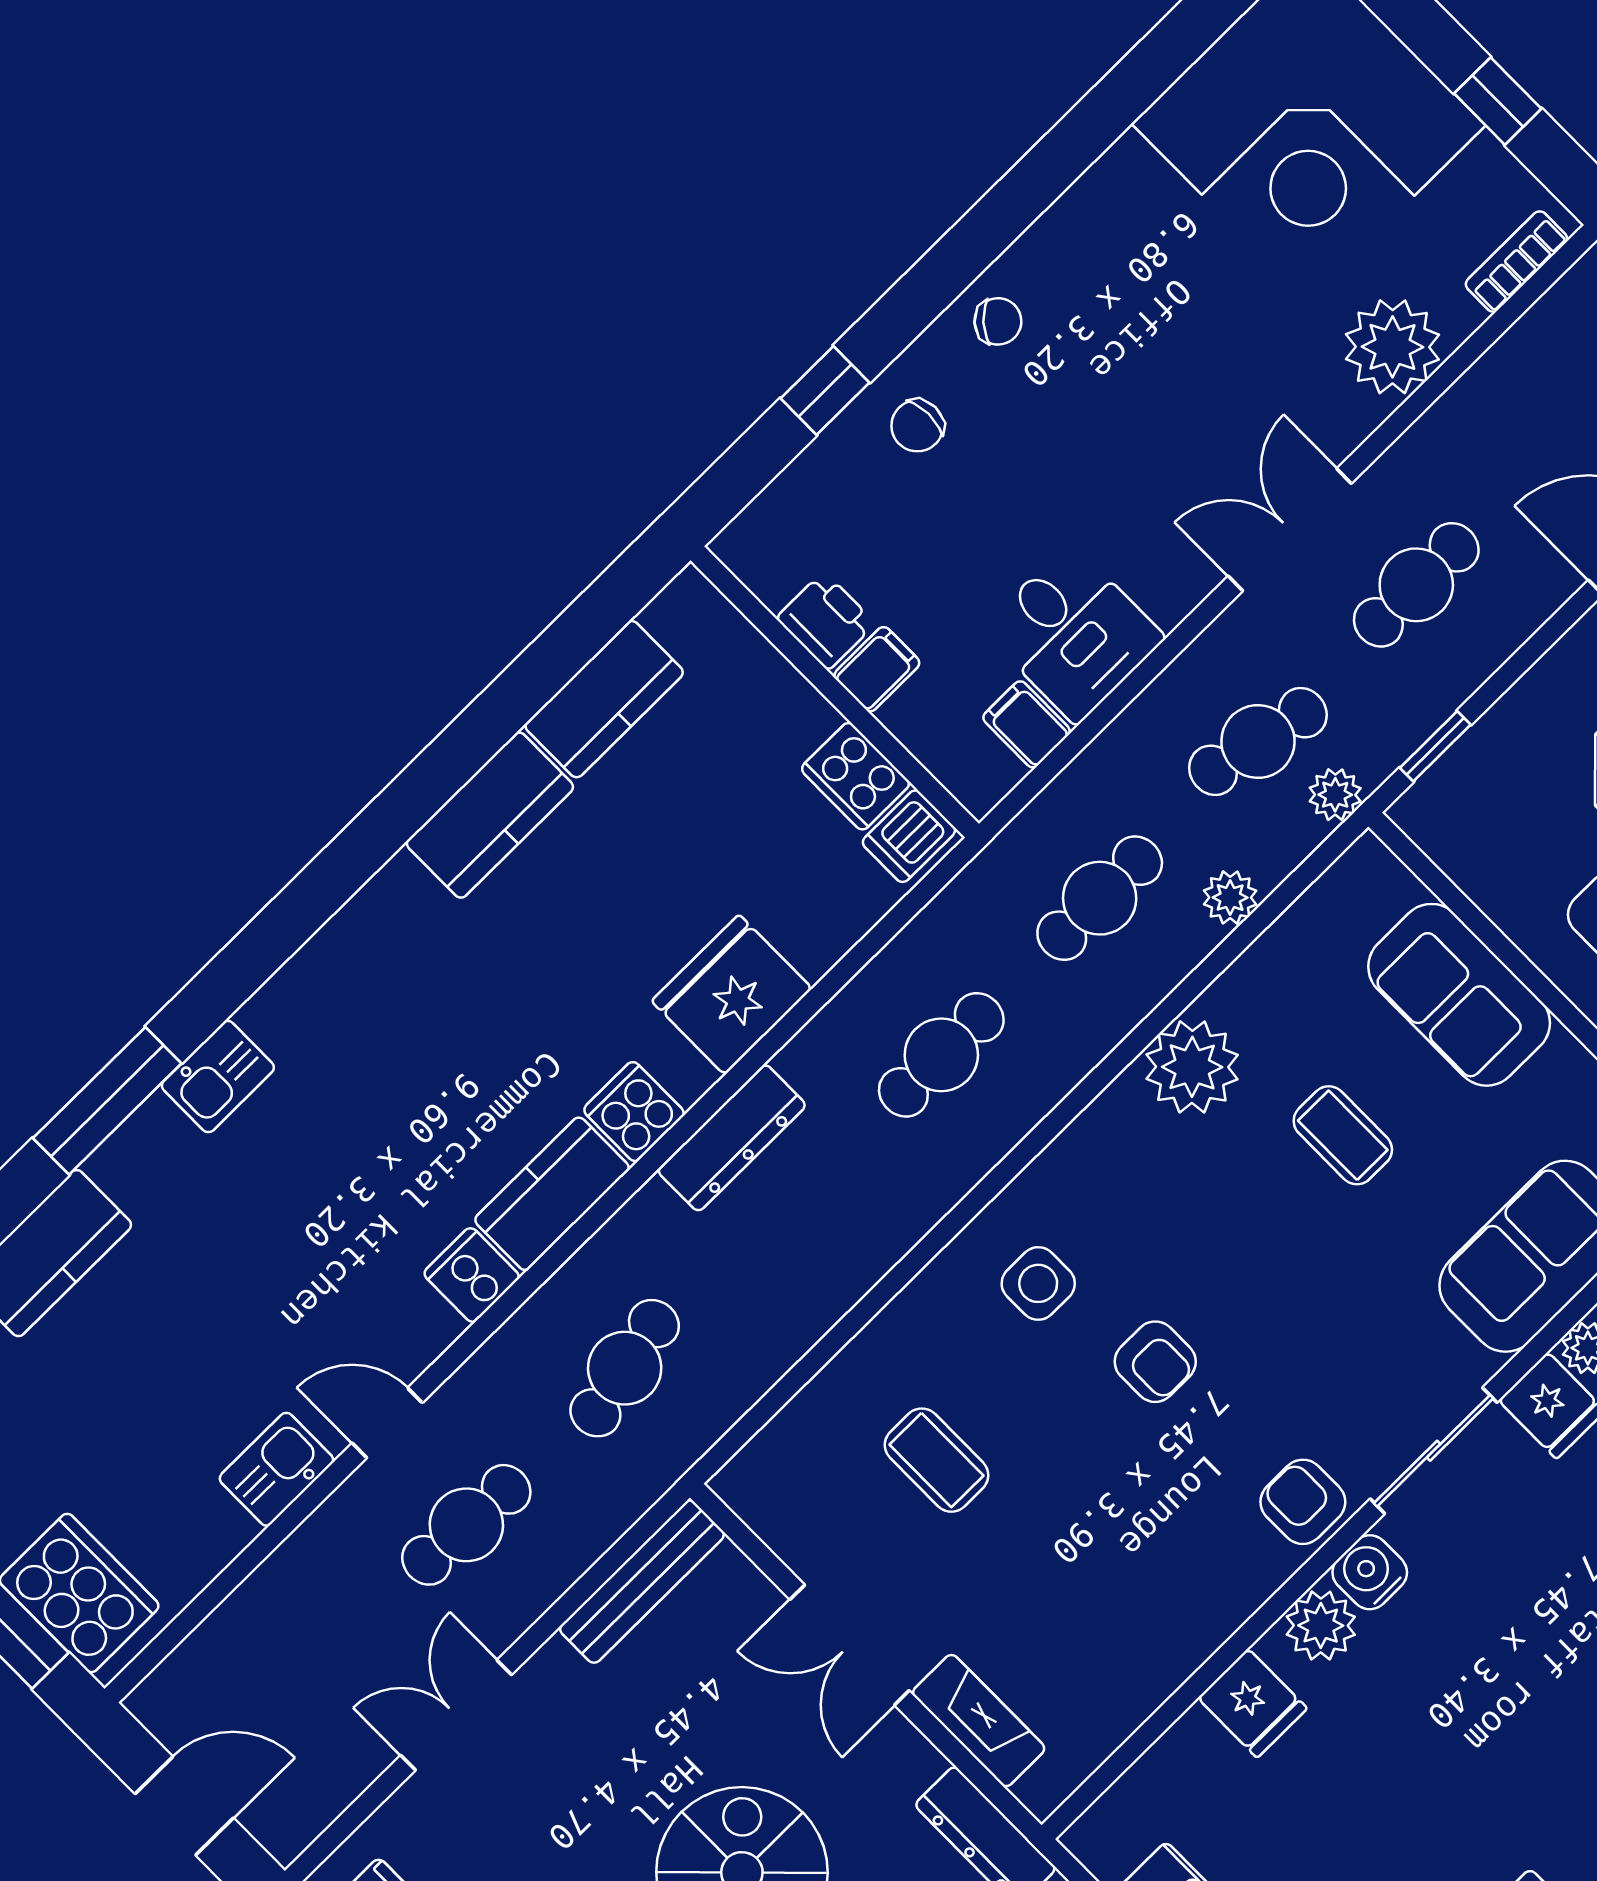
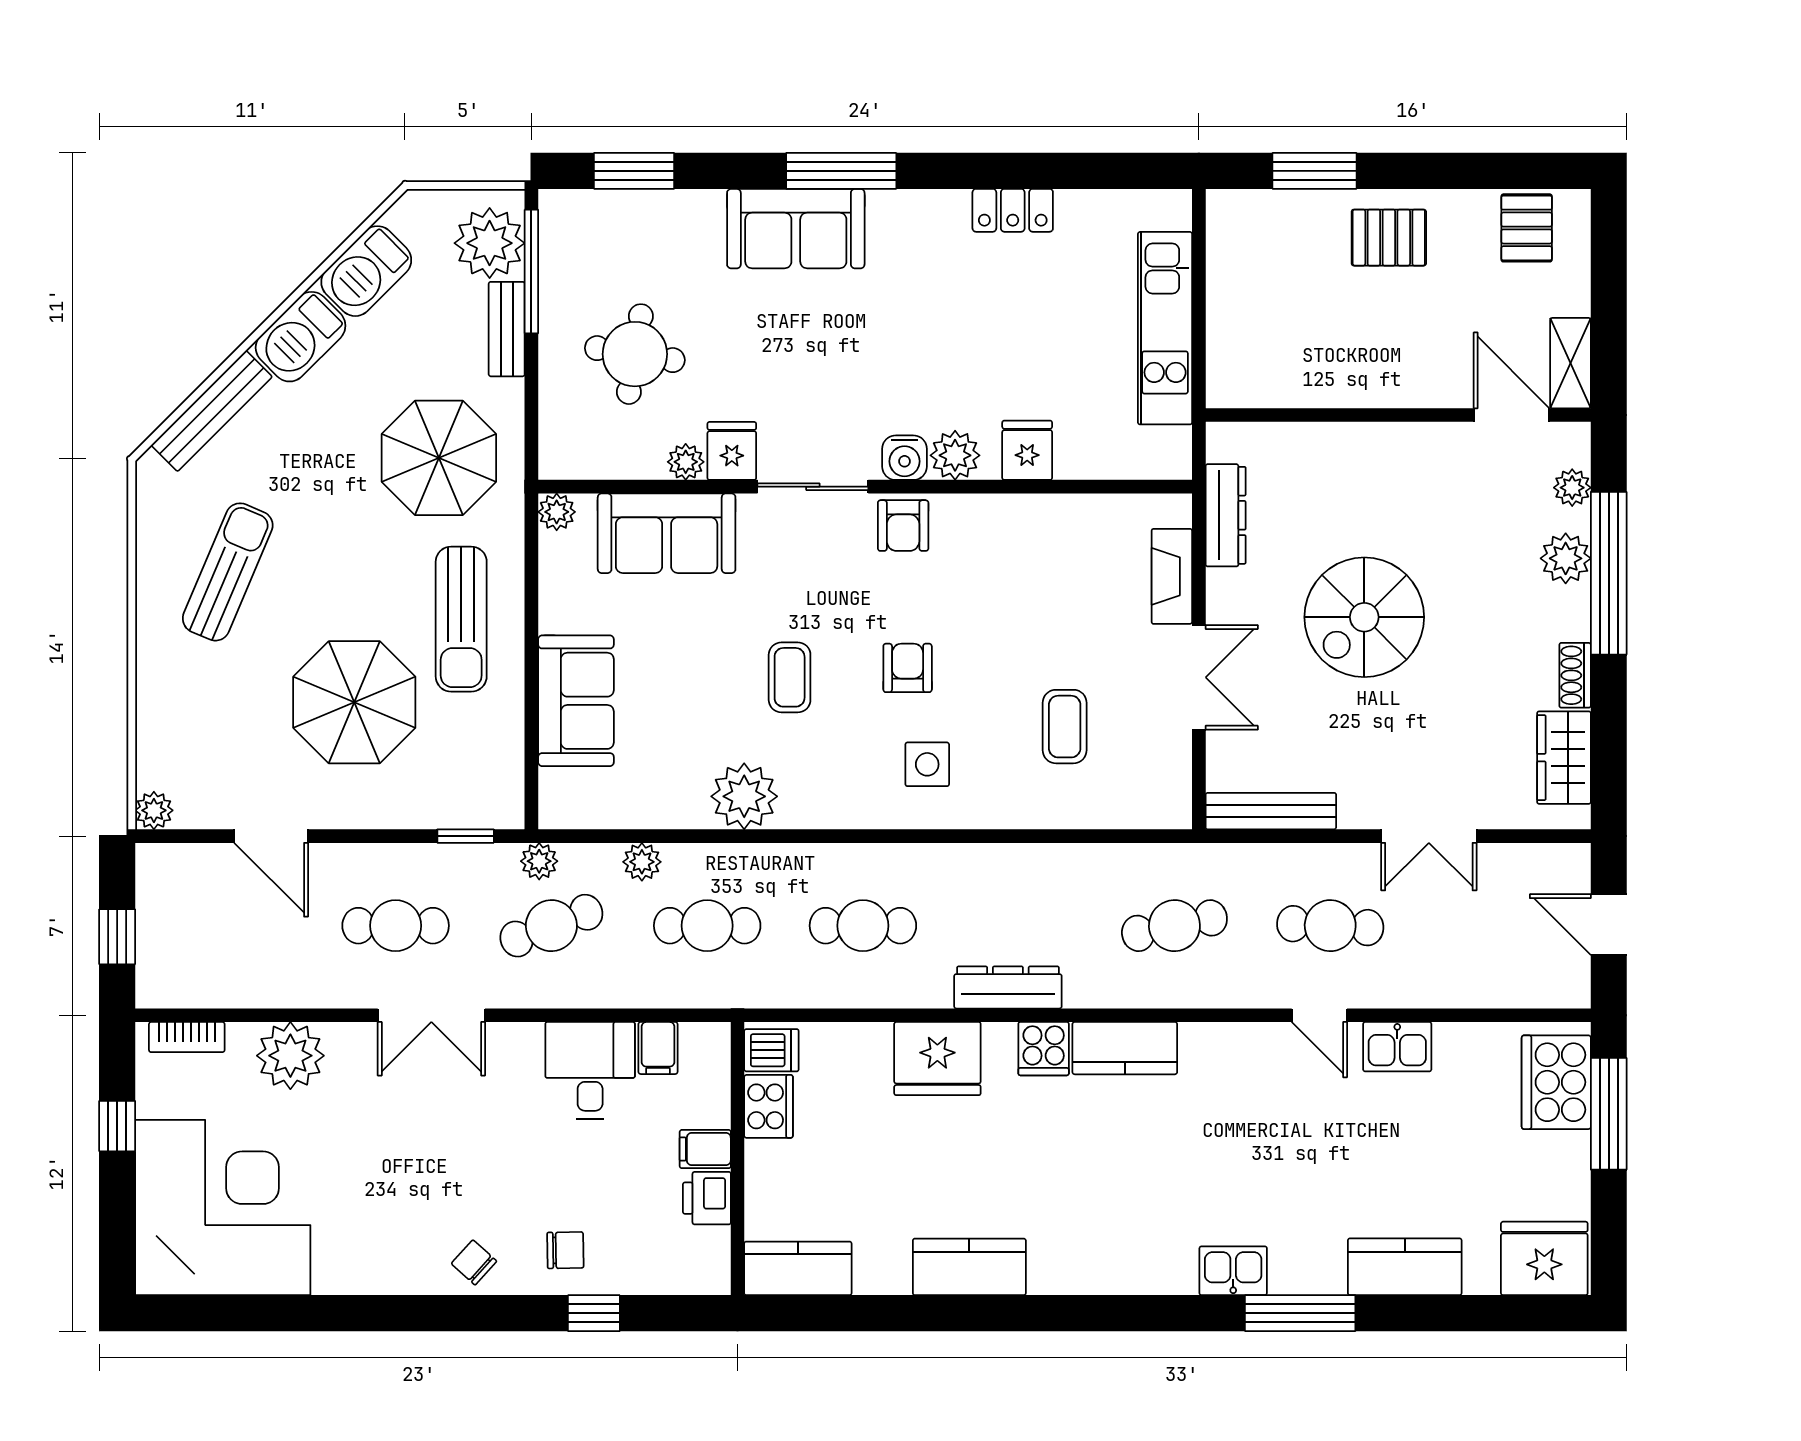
kitchen counter: (604, 699) -> (798, 1268), moved
cafe table: (1258, 742) -> (551, 926), turned -33
coffee table: (1343, 1135) -> (790, 677), moved
cooker: (472, 1275) -> (1205, 1047), removed

